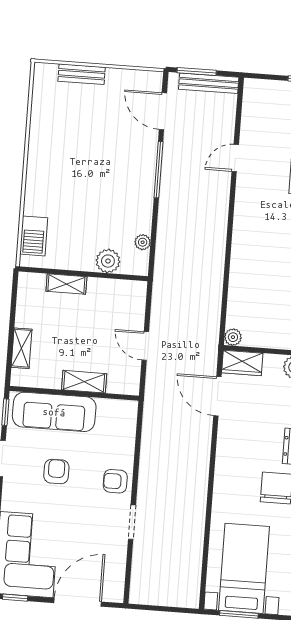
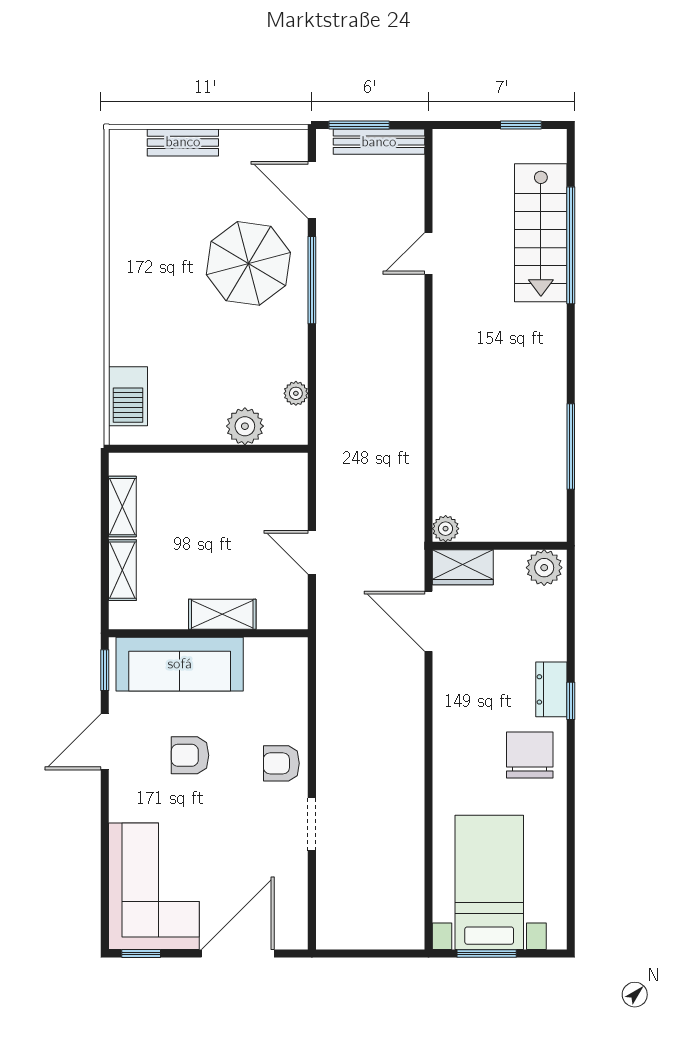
parasol: (118, 156) -> (248, 263), added
shelving: (66, 284) -> (122, 507), moved, turned 90
armchair: (56, 472) -> (190, 755), turned -90

